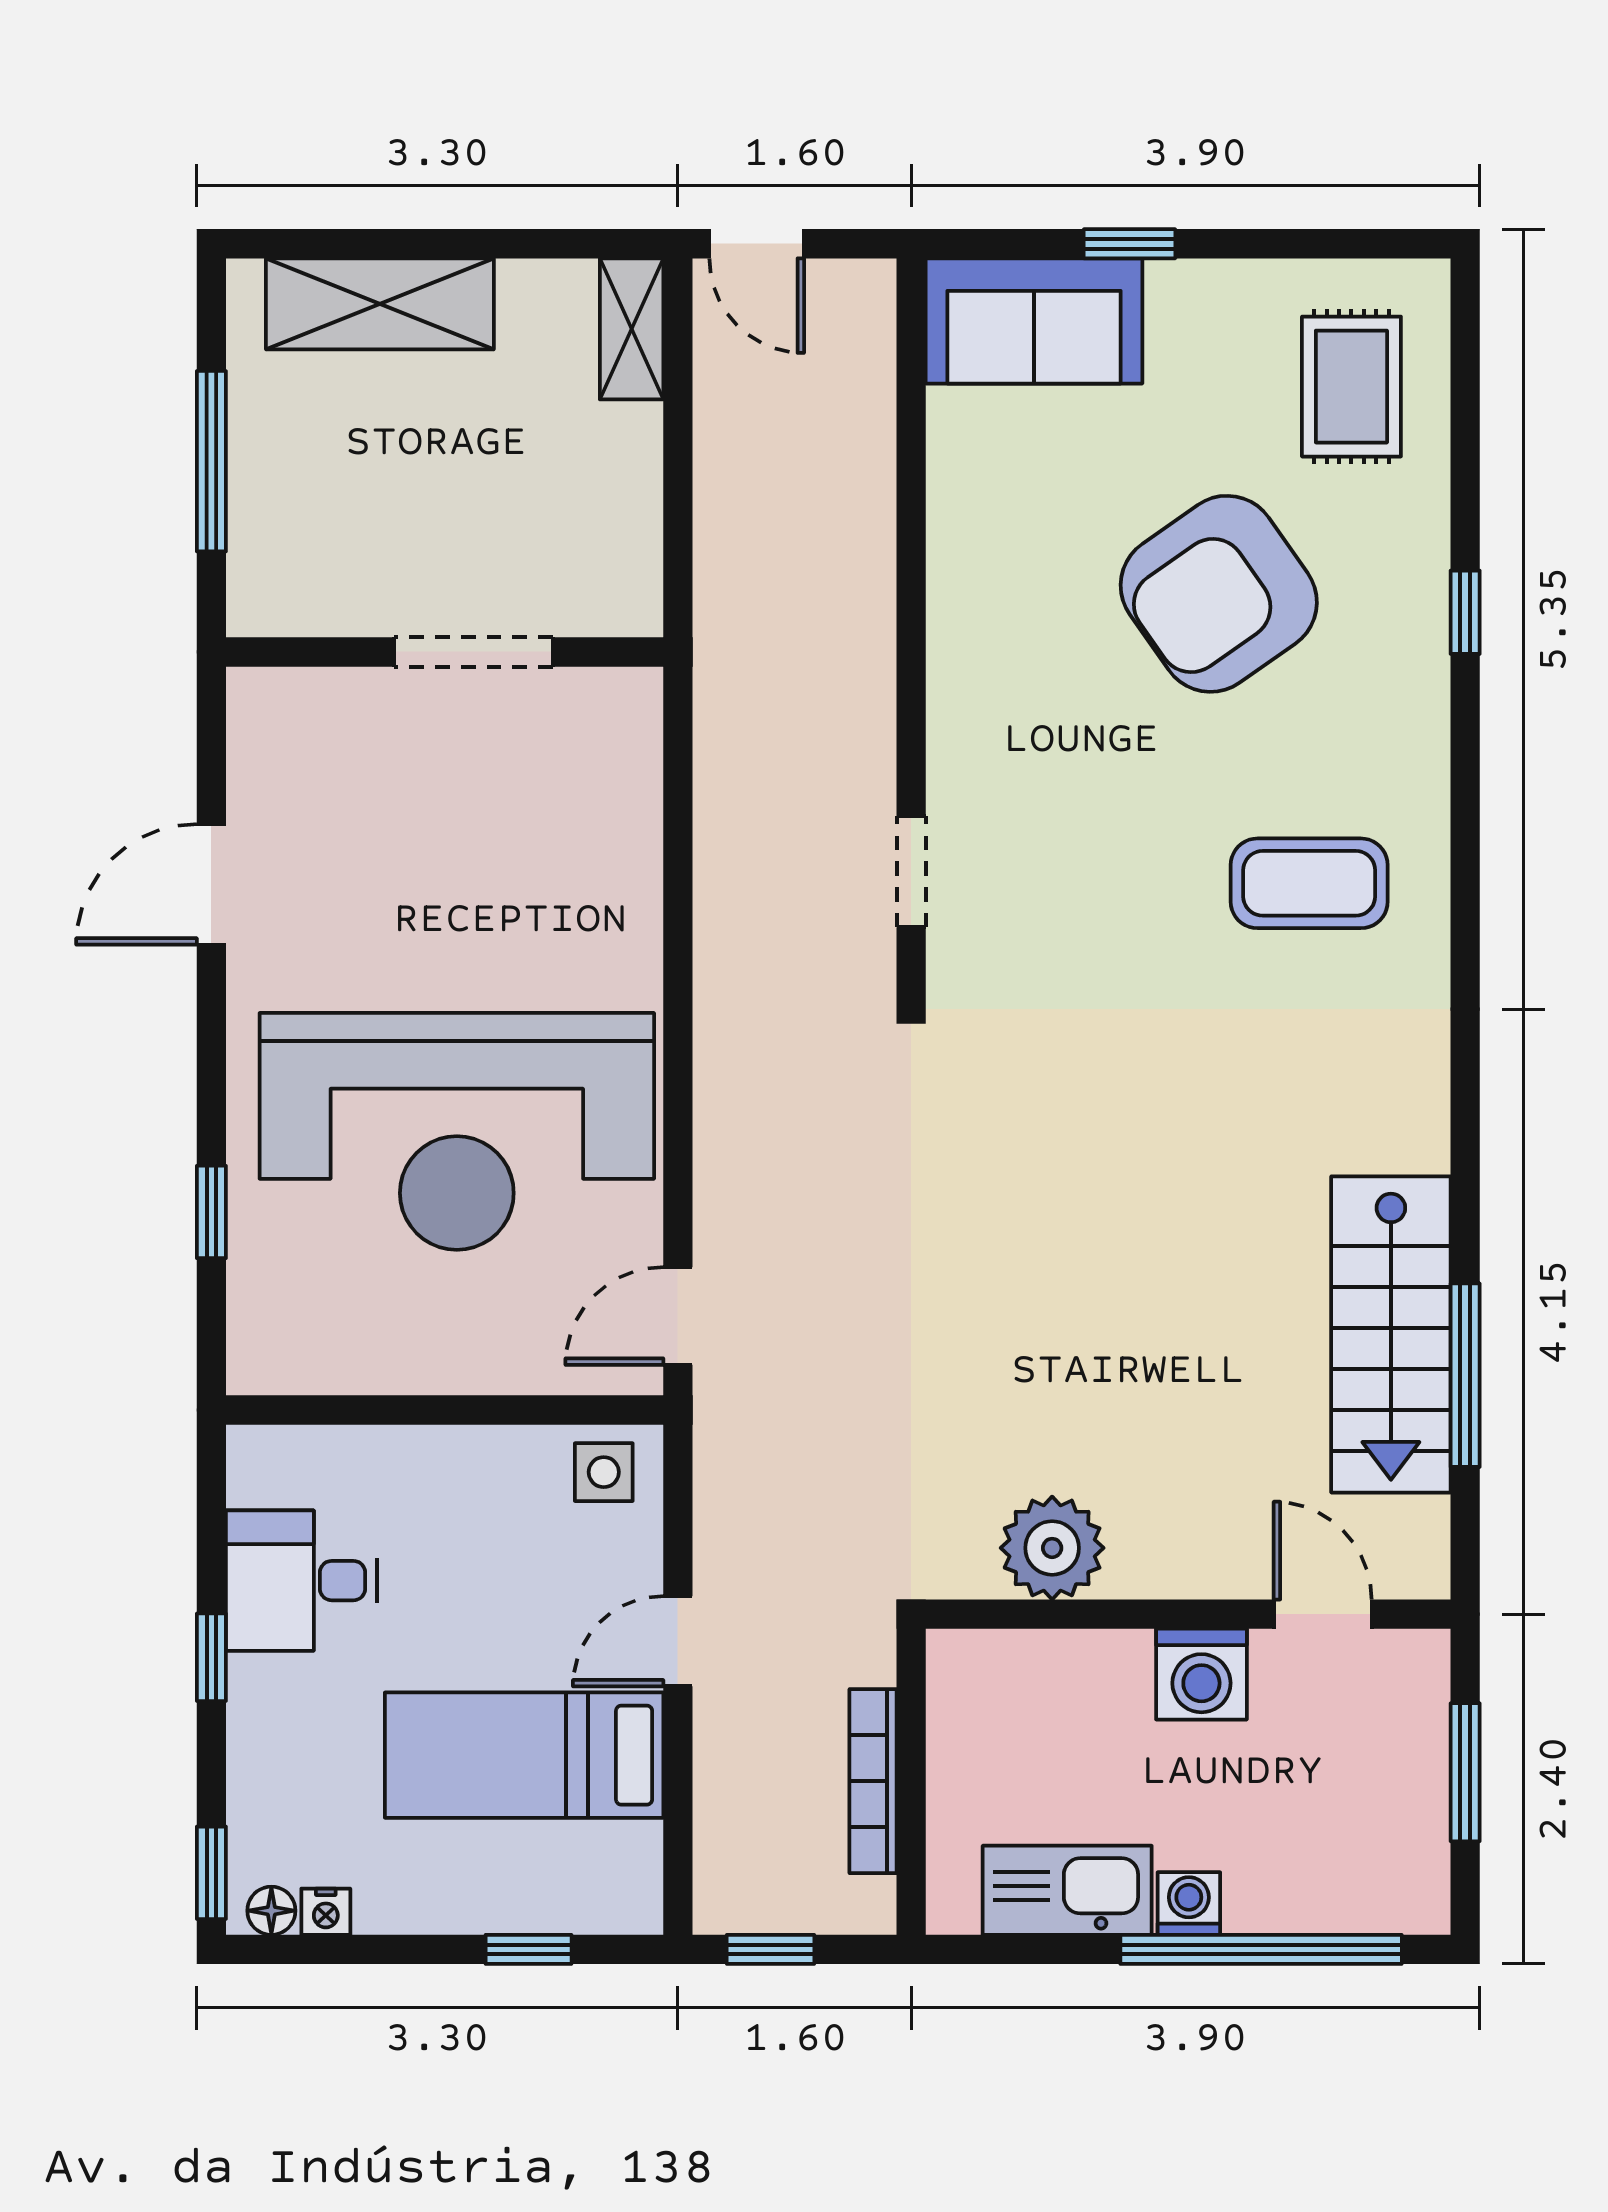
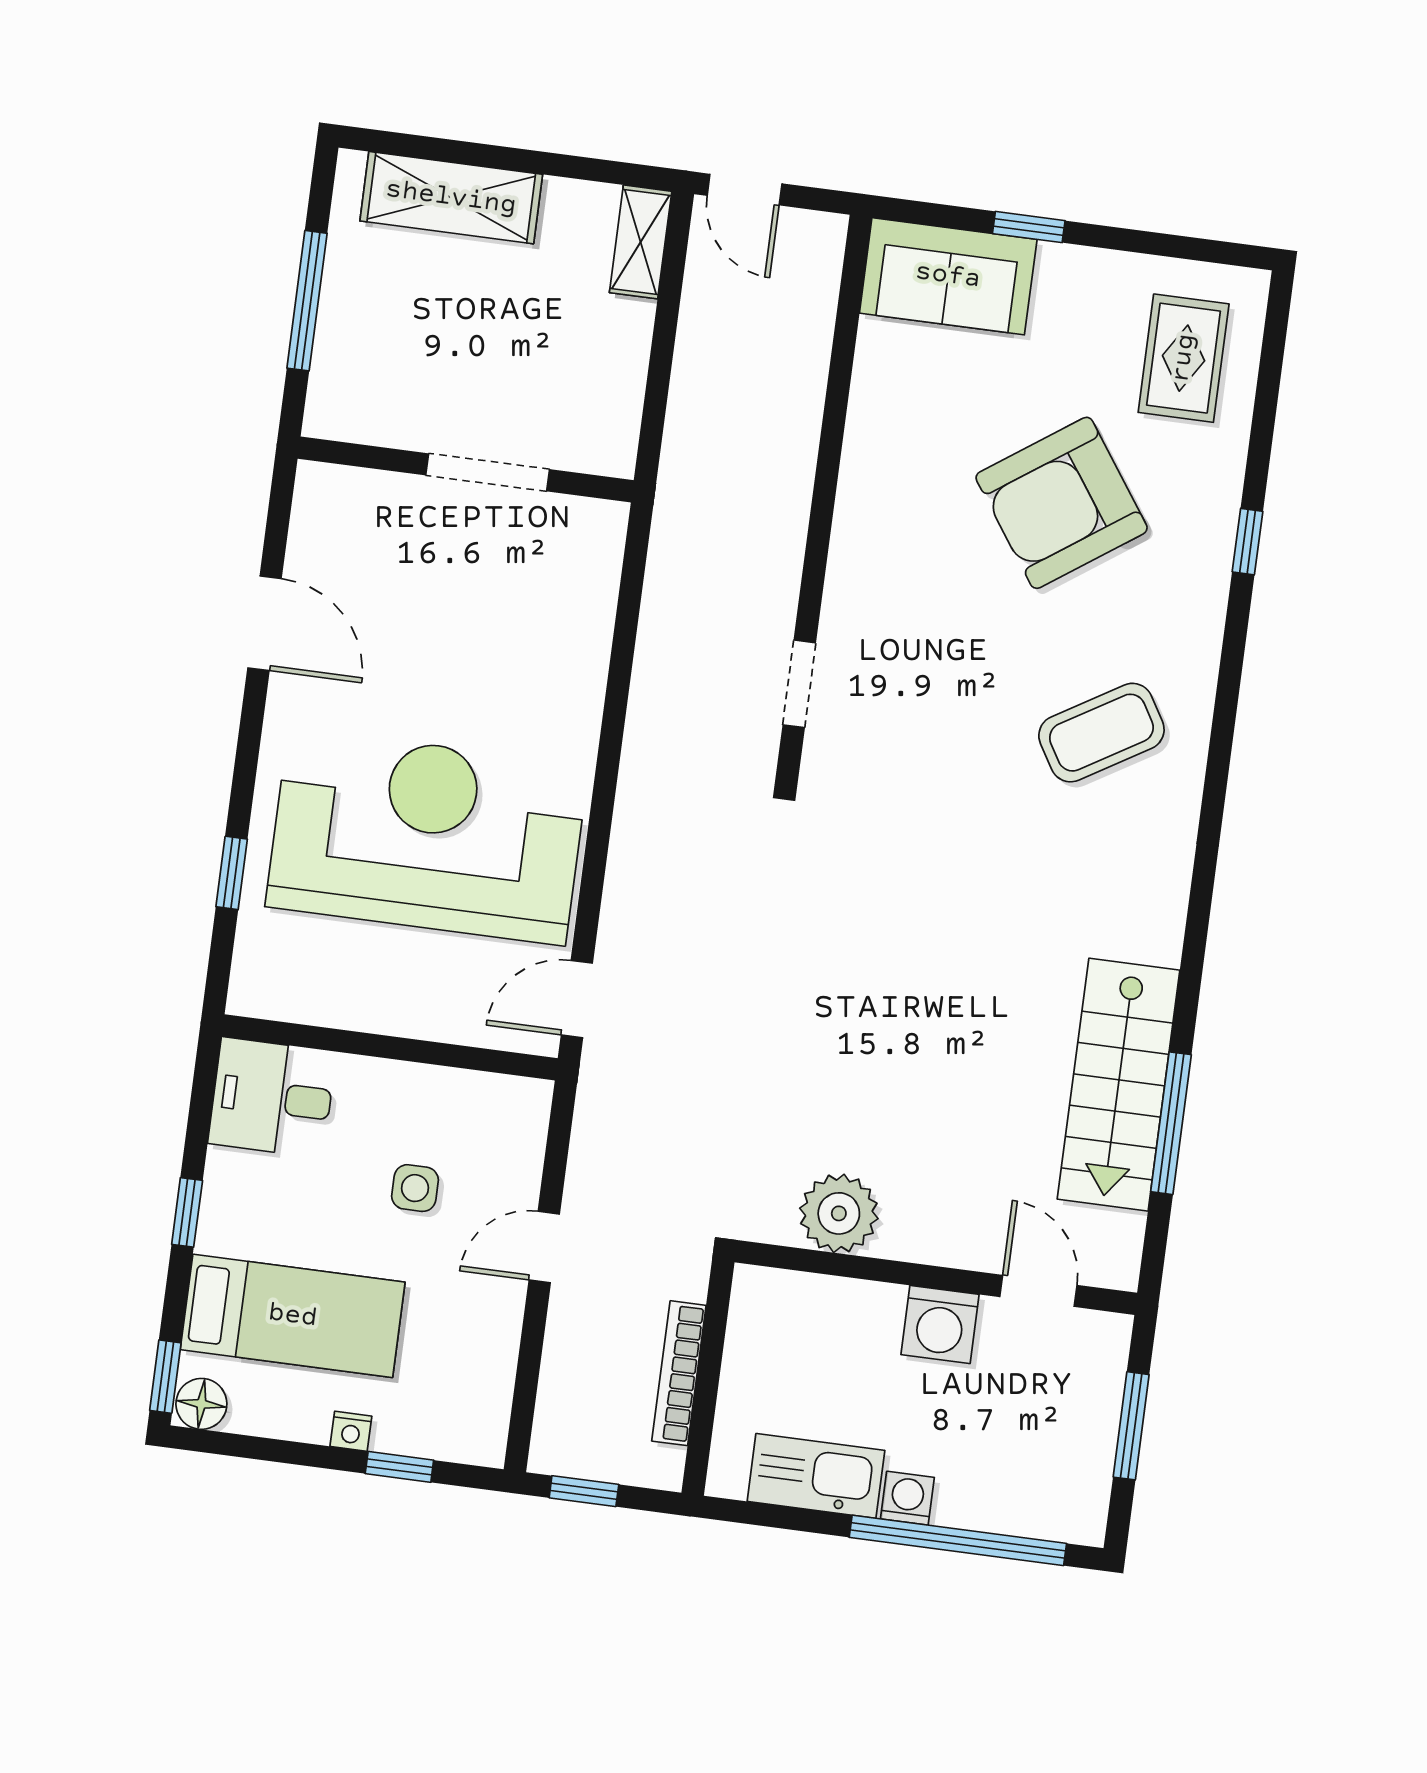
coffee table: (1309, 883) -> (1101, 733), turned -31
door: (211, 884) -> (265, 623), swing flipped
reception desk: (457, 1131) -> (427, 836), turned 180
side table: (604, 1472) -> (415, 1188), moved
desk: (302, 1581) -> (272, 1098), moved
bed: (524, 1755) -> (293, 1316), moved, turned 180
floor lamp: (271, 1911) -> (201, 1404), width x1.37, depth x1.37
nightstand: (326, 1912) -> (351, 1431), moved

